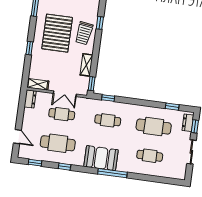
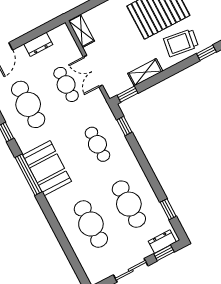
dresser: (30, 99) -> (38, 44), moved
cafe table: (150, 156) -> (91, 224), width x1.37, depth x1.35
window: (112, 173) -> (28, 175), moved

